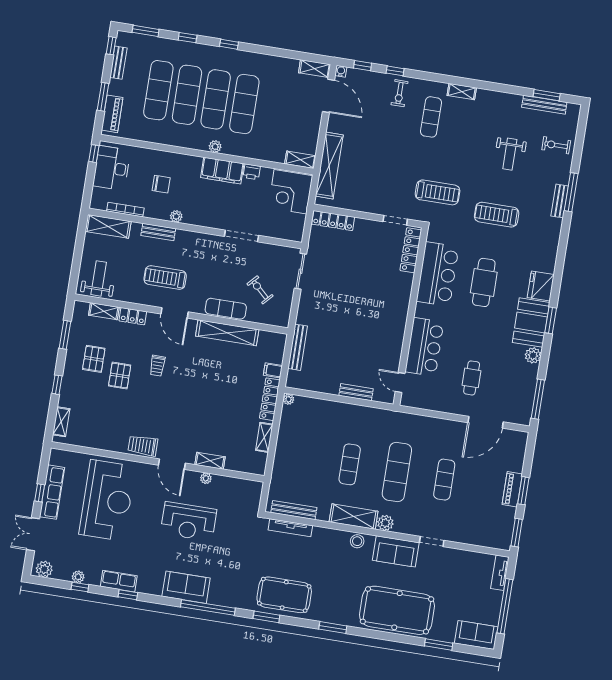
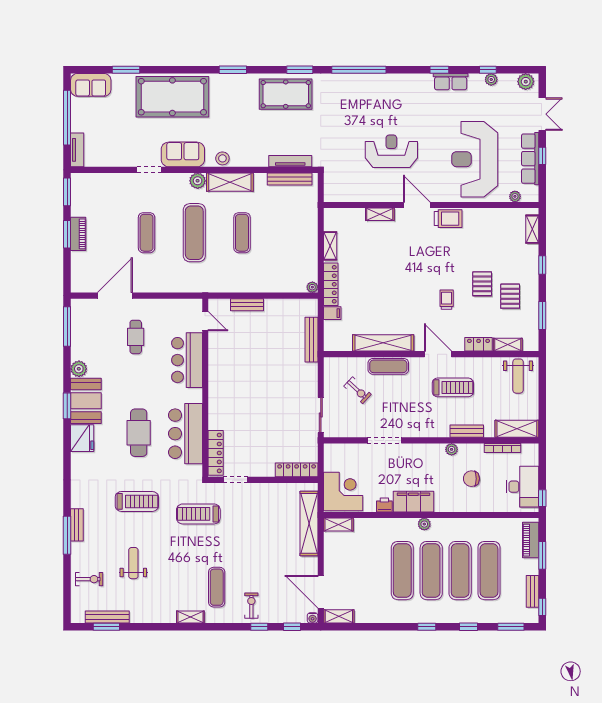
plant: (206, 478) -> (515, 196), moved
sofa: (186, 587) -> (383, 86), removed

